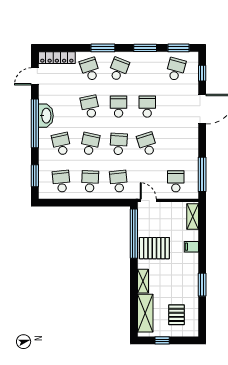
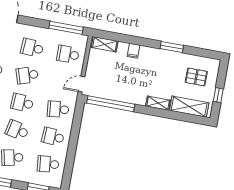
school desk: (176, 144) -> (32, 48), added
pallet: (154, 248) -> (128, 86), removed

